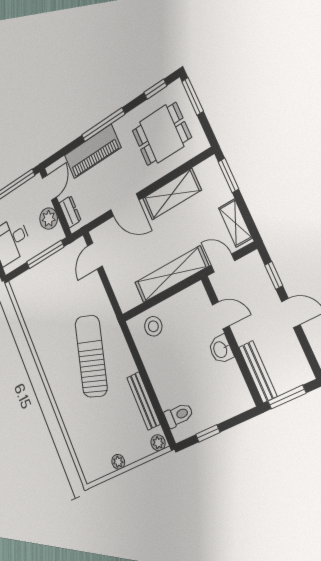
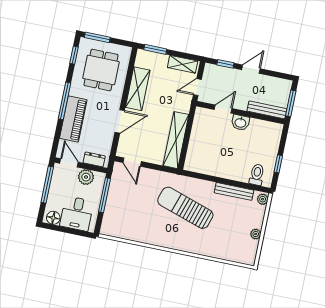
shelving: (171, 274) -> (176, 140), moved
stool: (153, 326) -> (199, 154), removed

